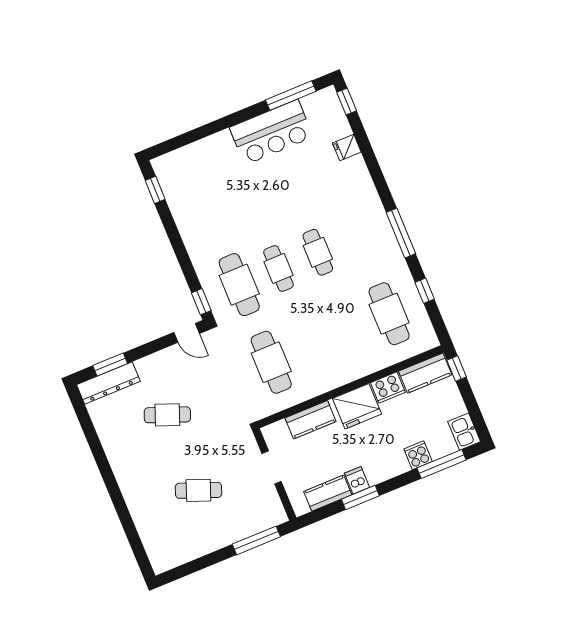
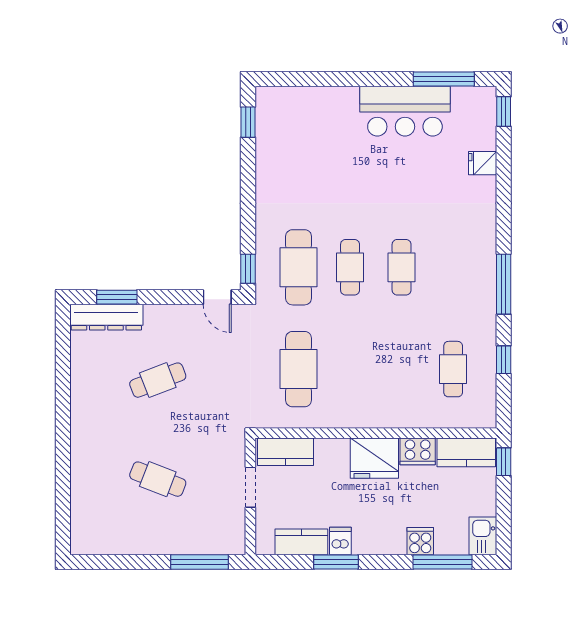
cafe table: (389, 314) -> (453, 369), width x0.73, depth x0.74
cafe table: (167, 415) -> (158, 380), turned -42
kitchen counter: (311, 420) -> (286, 452), moved

